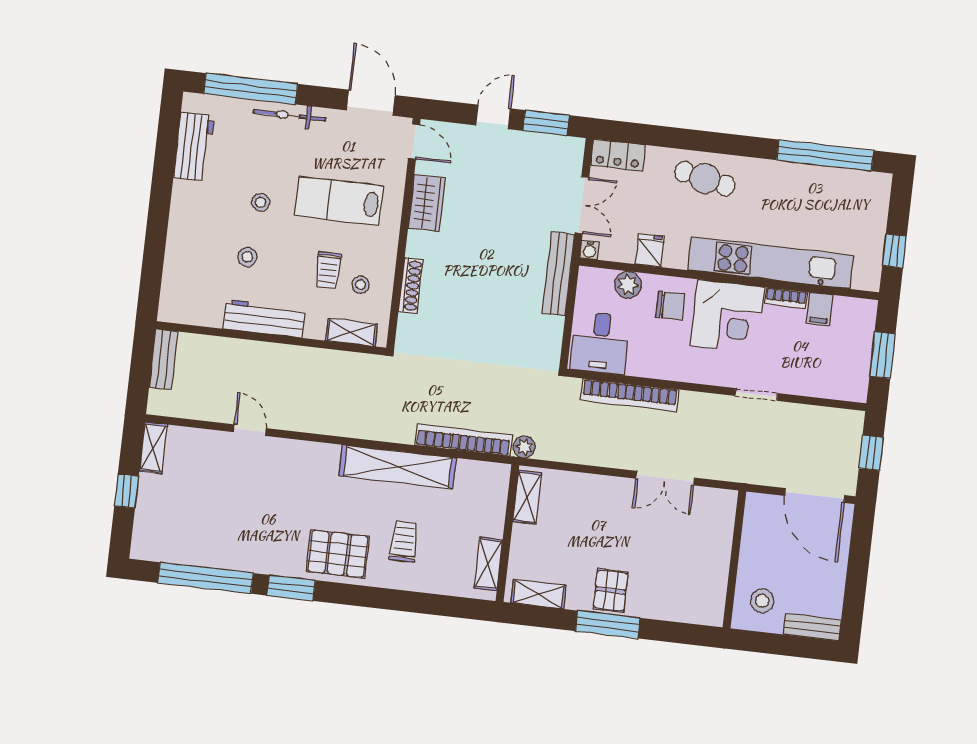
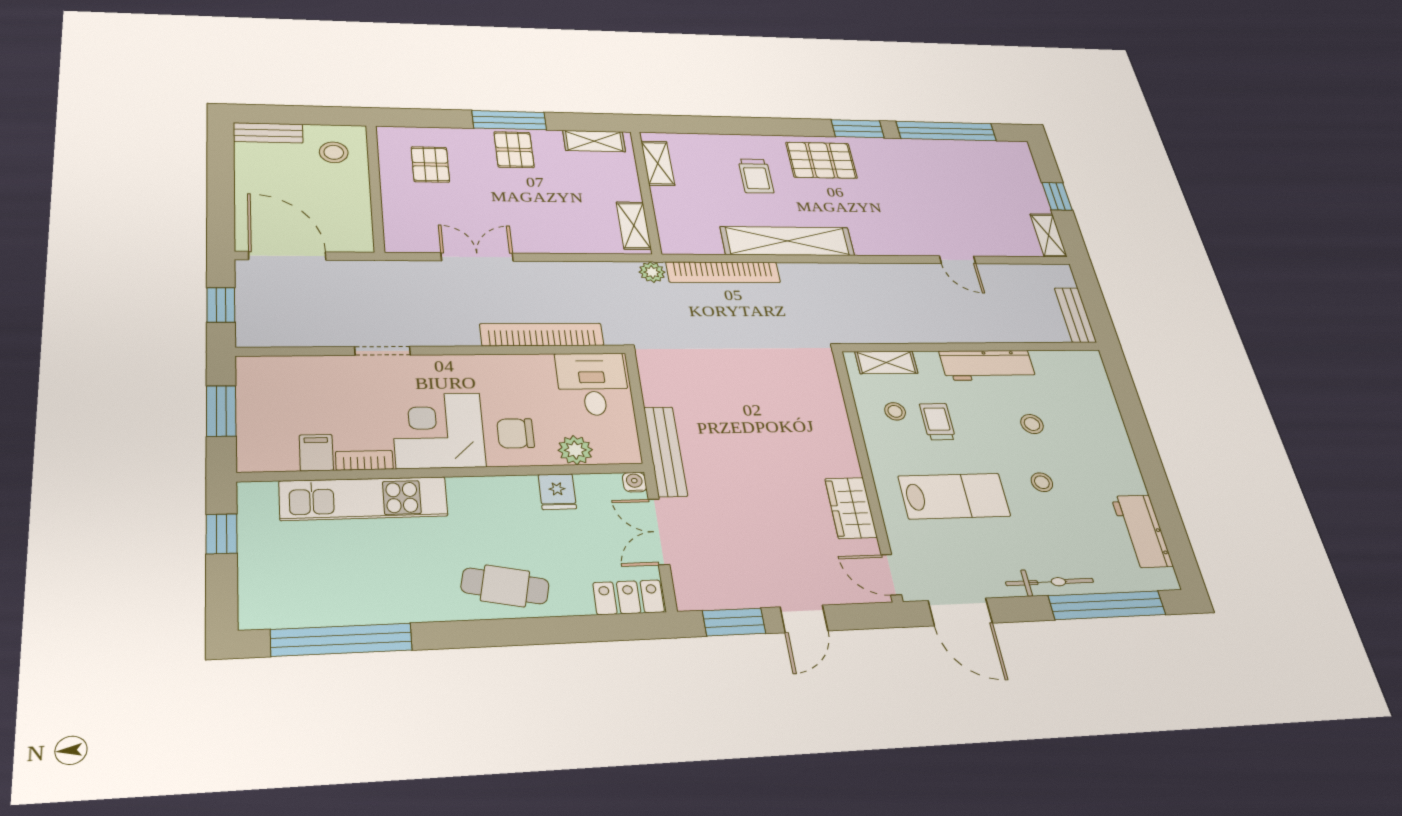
kitchen unit: (770, 263) -> (364, 499), width x0.73
shoe rack: (411, 285) -> (838, 417), removed
pallet: (685, 580) -> (430, 164), added

